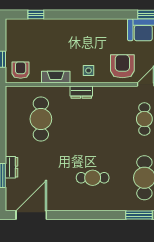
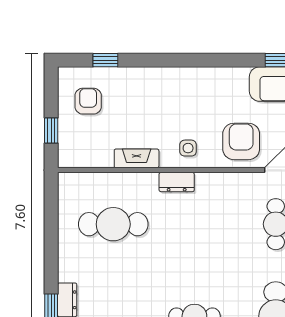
armchair: (21, 70) -> (88, 101), moved
cafe table: (41, 119) -> (113, 224), turned 90

